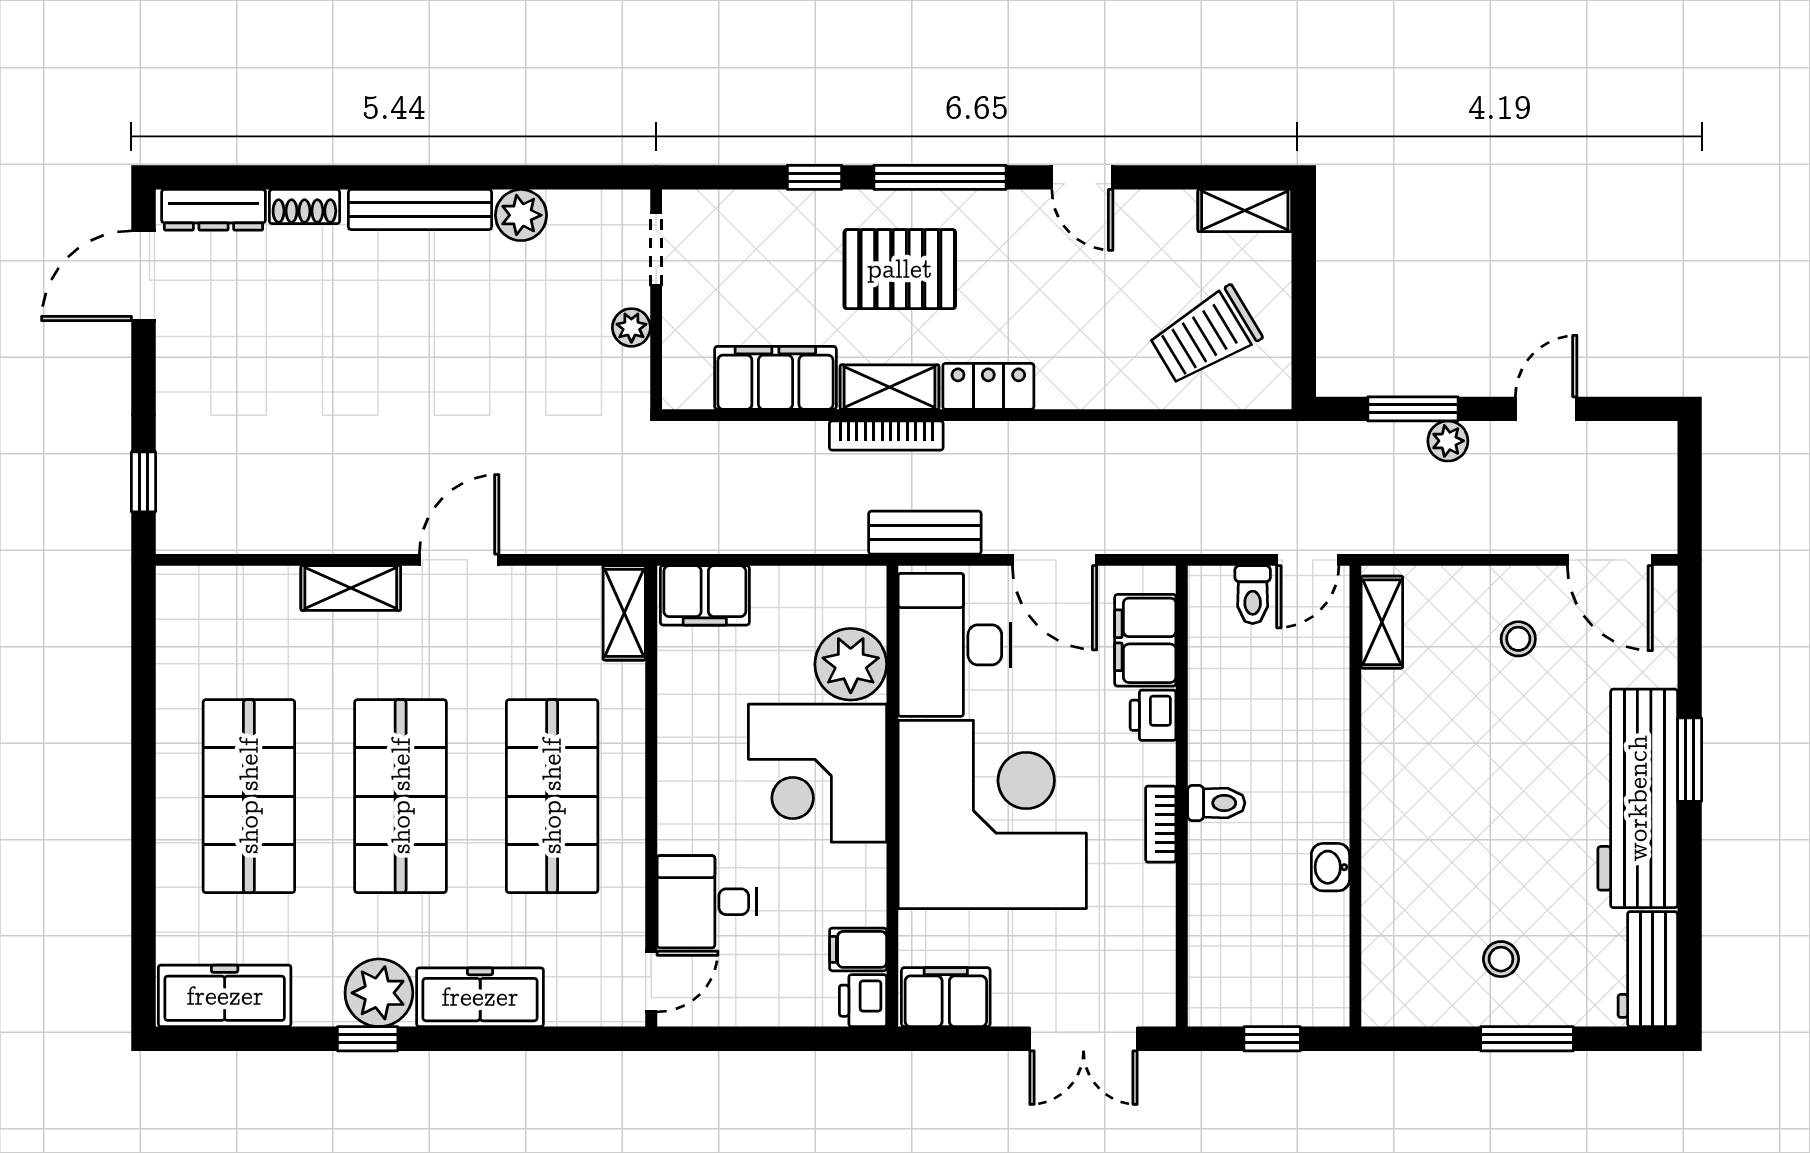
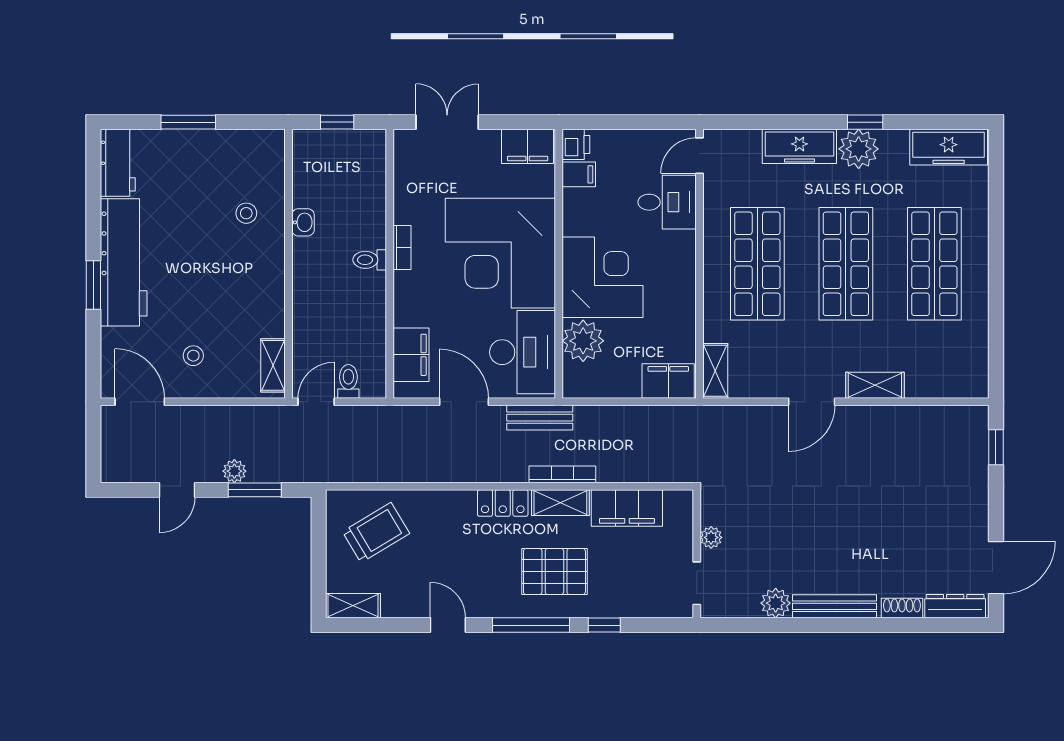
printer: (1153, 715) -> (407, 311), removed
stool: (1501, 959) -> (246, 213), moved

